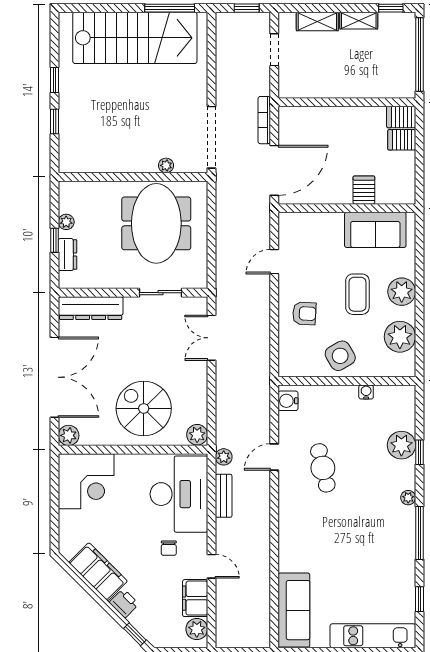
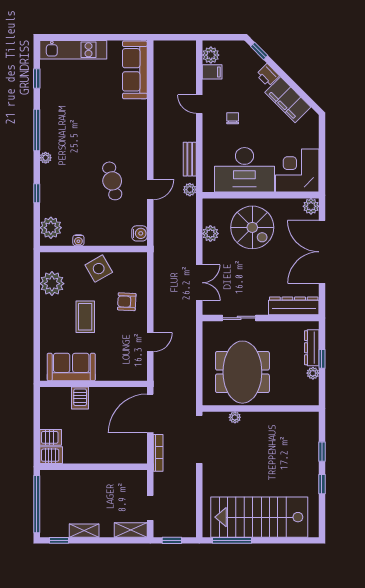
shelving: (317, 21) -> (131, 530), moved
dresser: (67, 255) -> (312, 348), width x1.44
plant: (402, 292) -> (51, 319), removed
plant: (197, 435) -> (210, 234), moved
plant: (401, 445) -> (51, 228), moved
desk: (179, 494) -> (244, 170), moved, turned -90
filing cabinet: (195, 598) -> (212, 72), width x0.50

